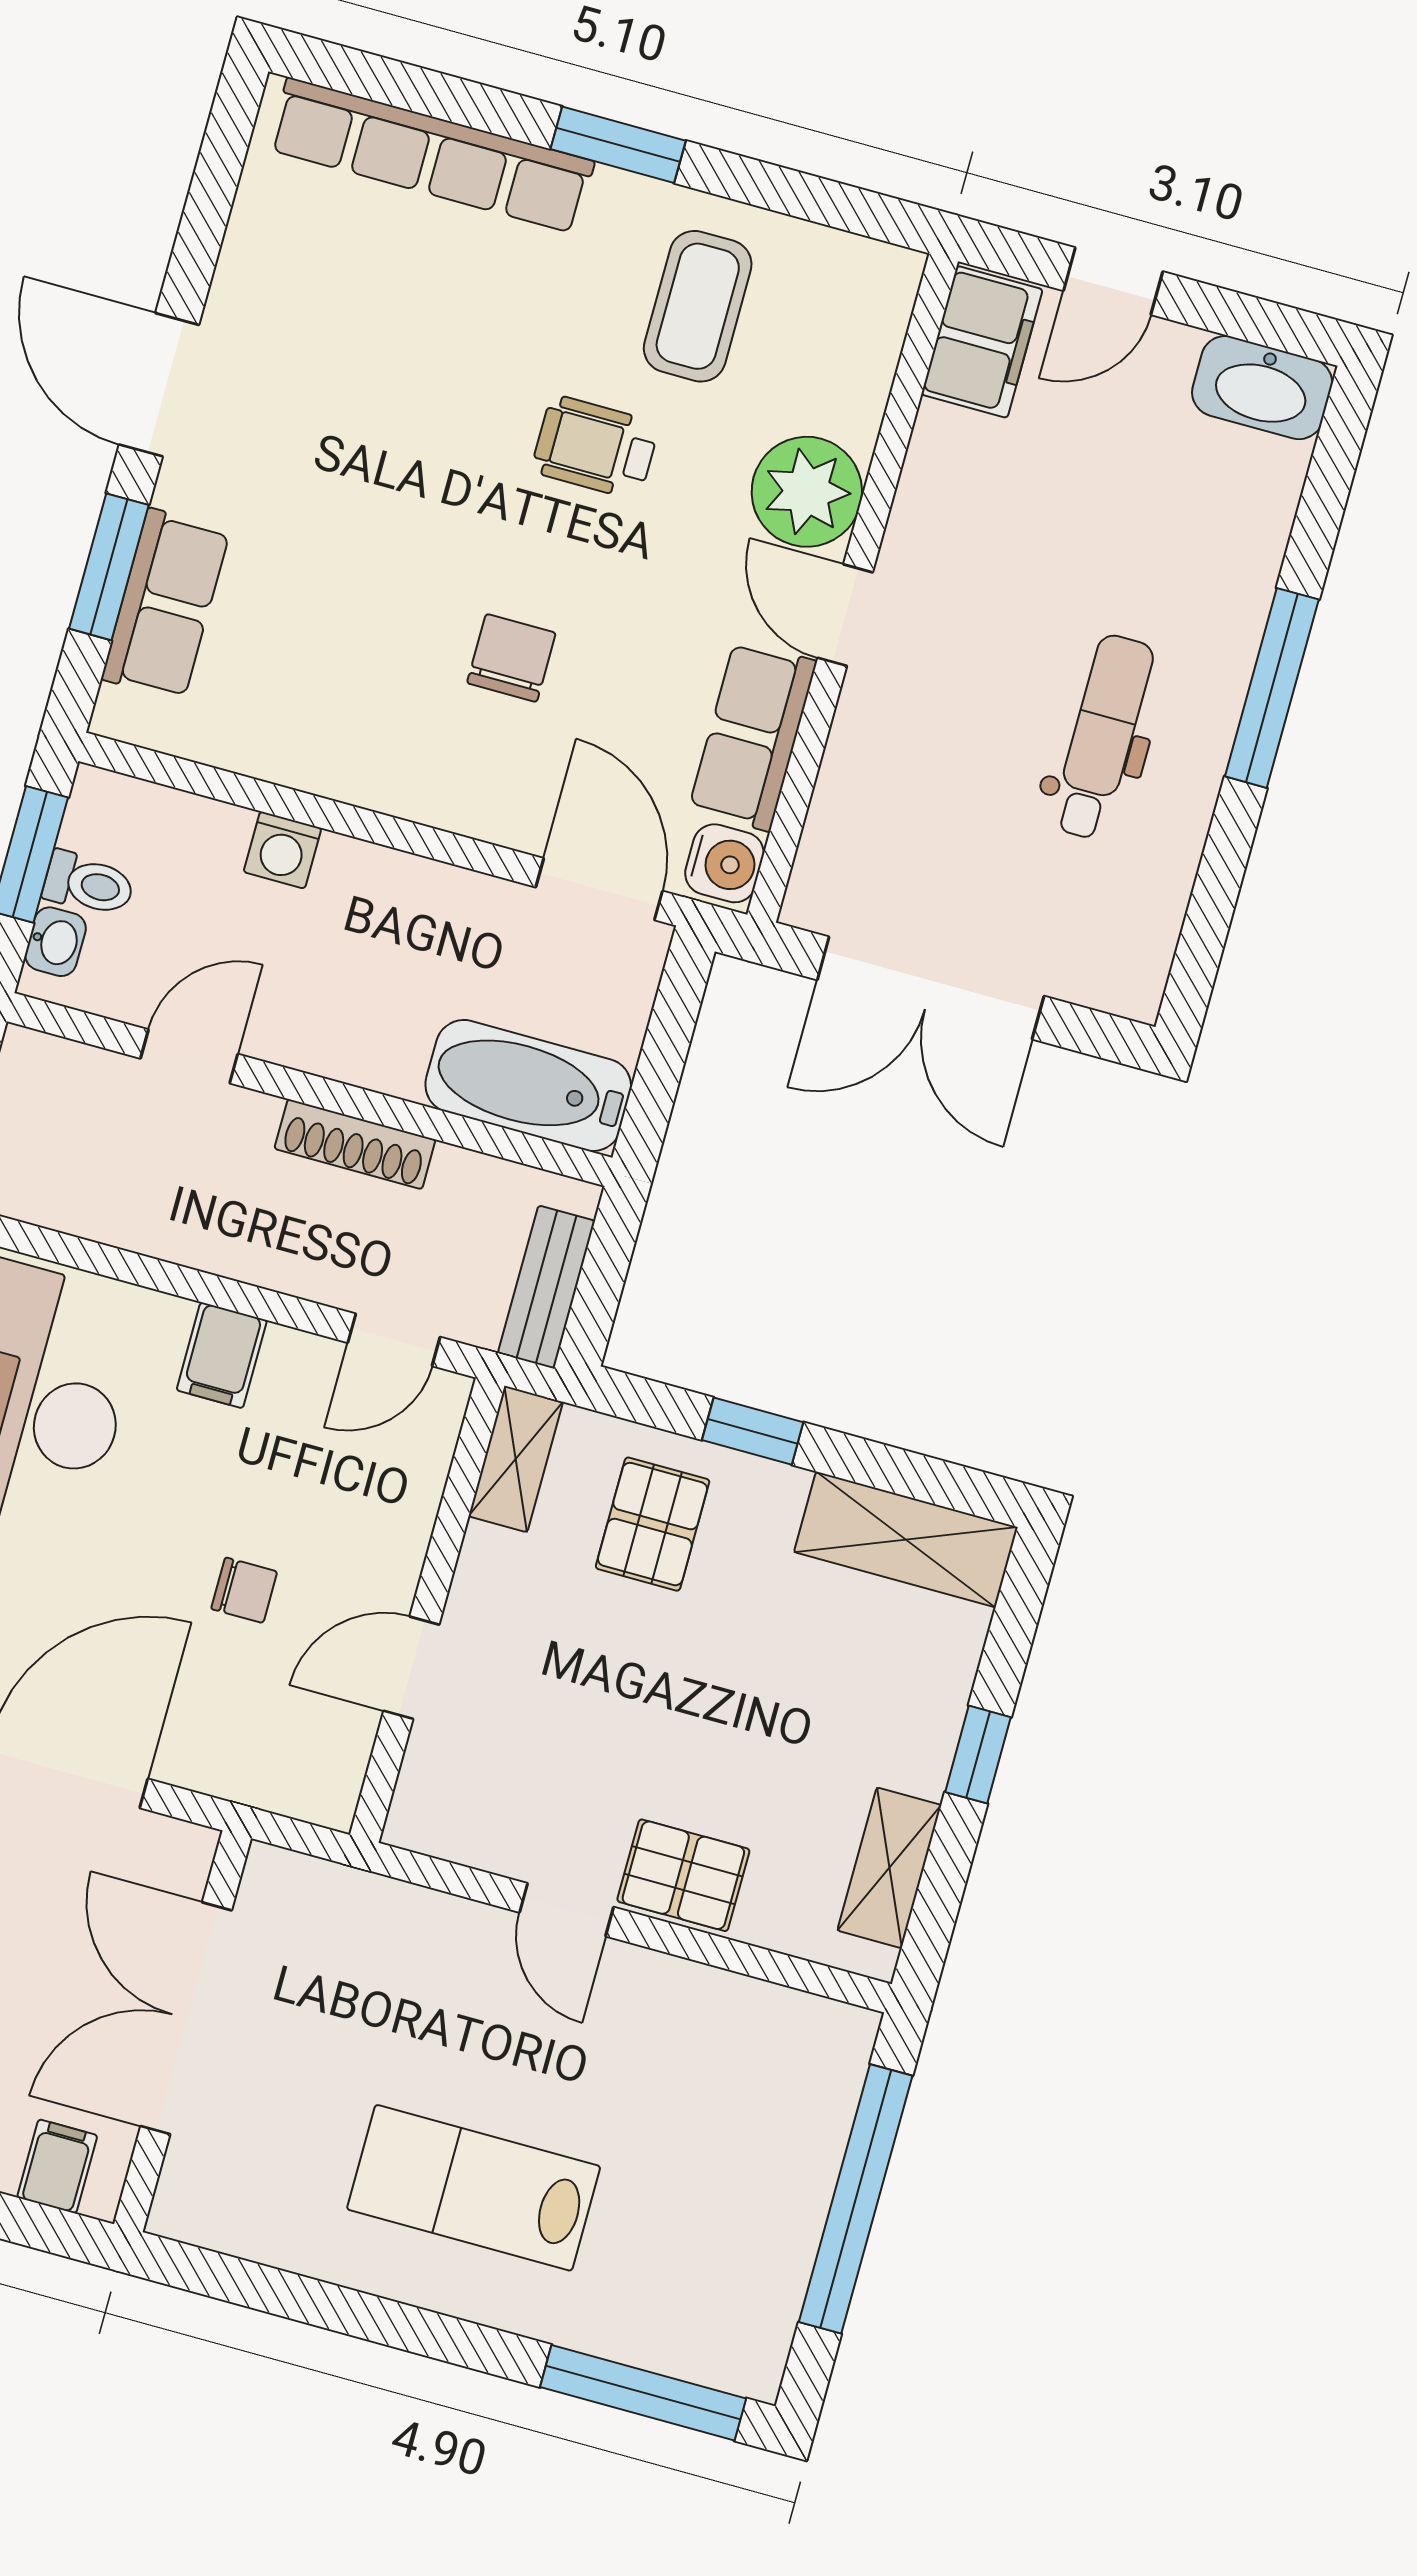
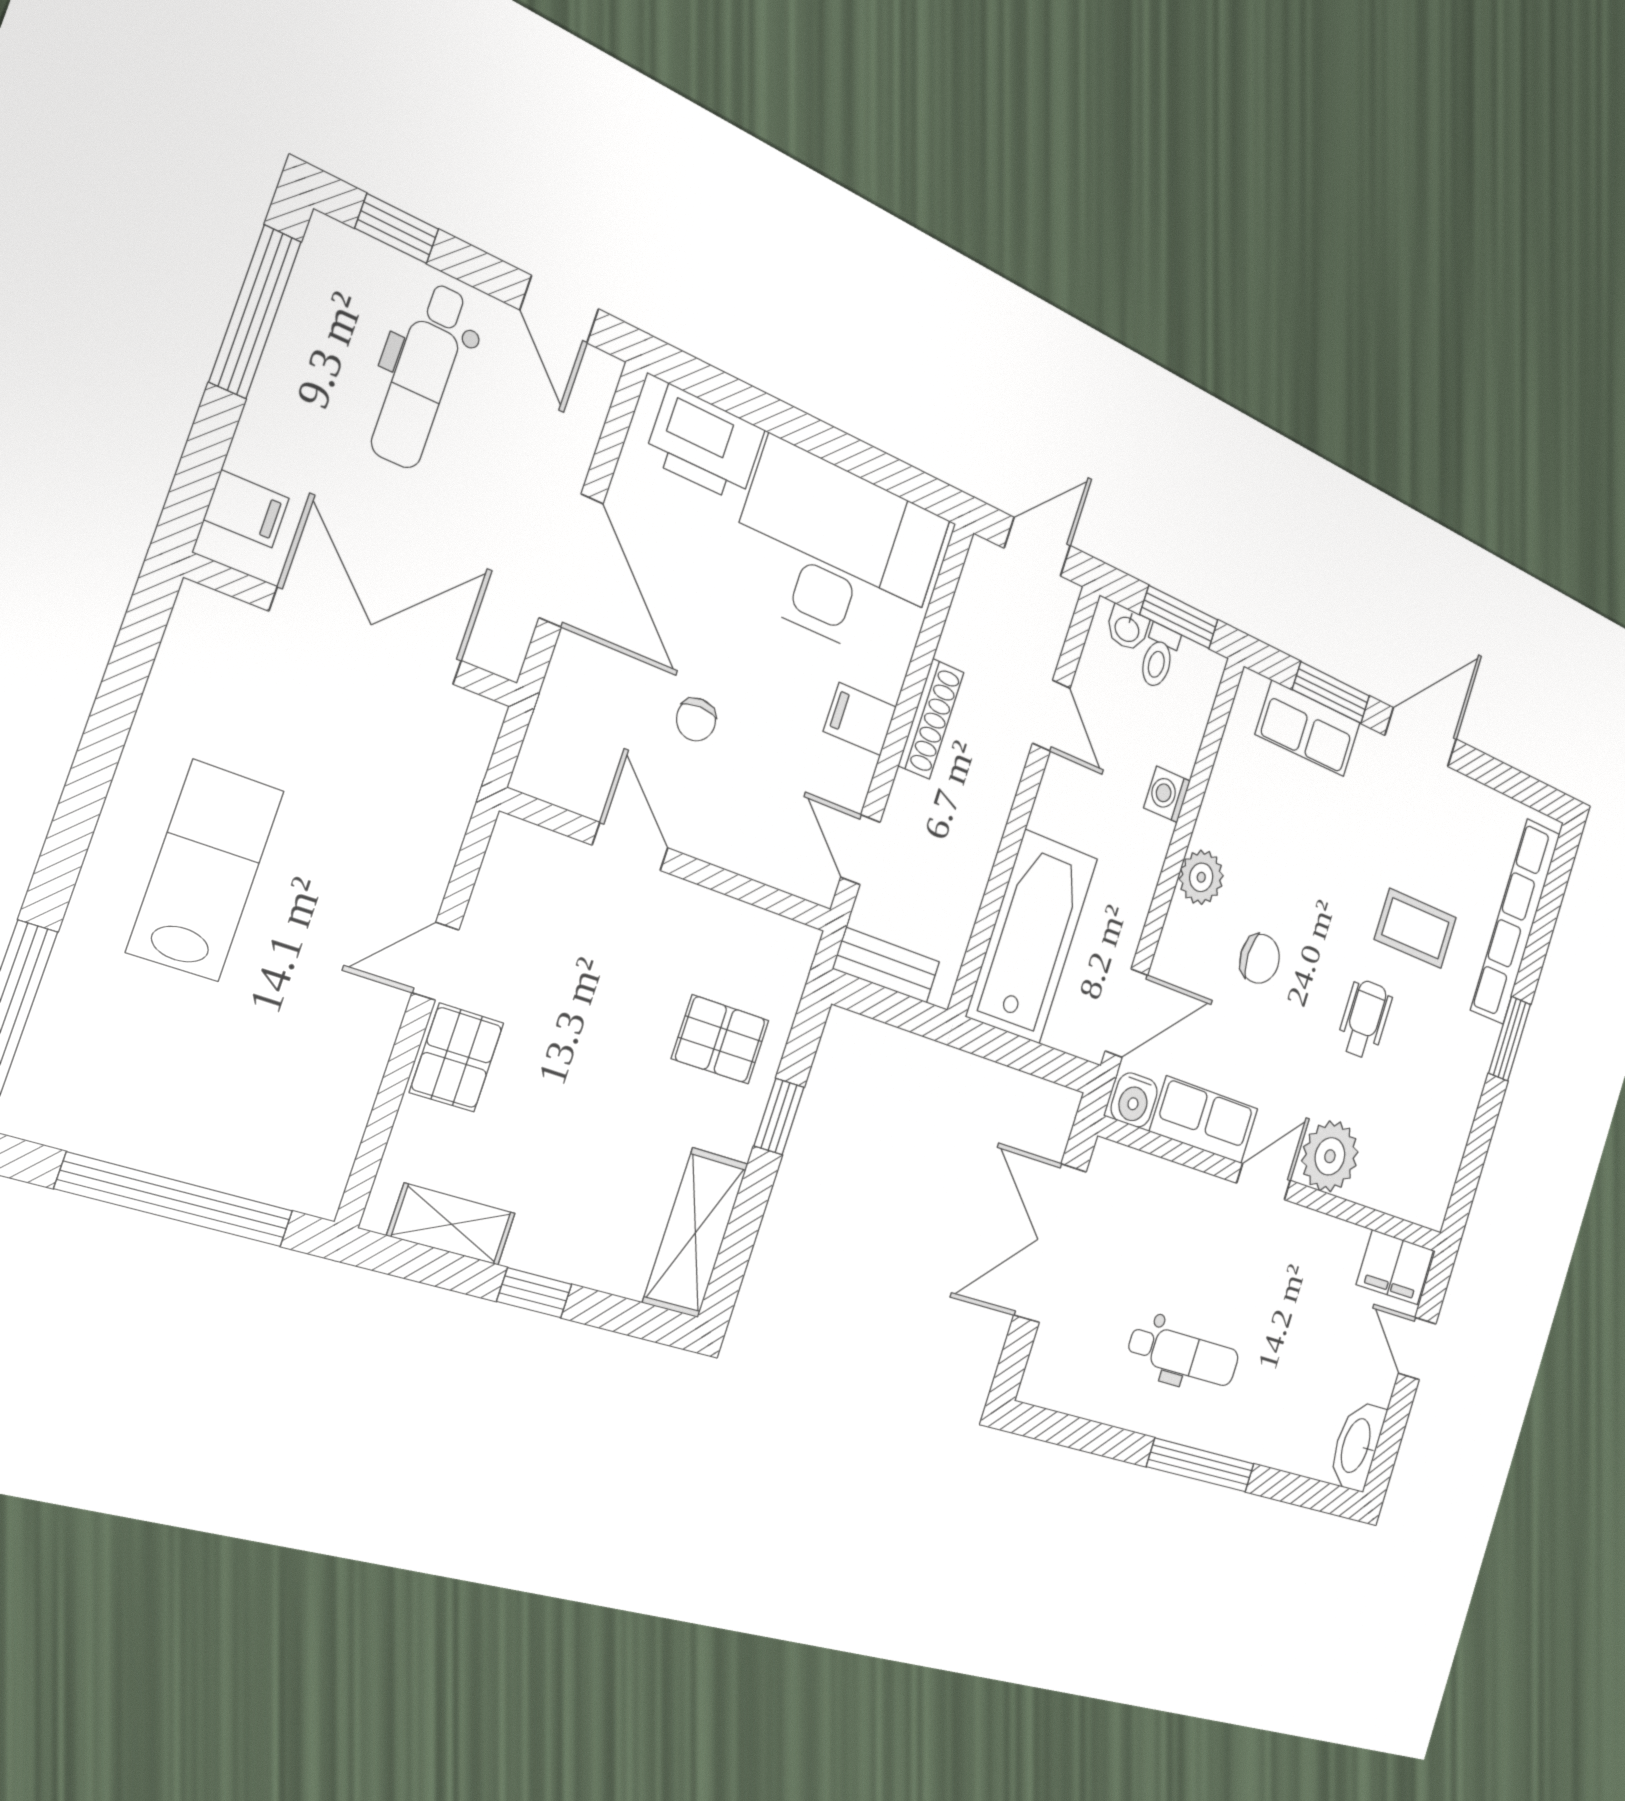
coffee table: (698, 306) -> (1415, 928), moved
plant: (397, 777) -> (1201, 877), added
bathtub: (528, 1086) -> (1032, 937), width x1.36, depth x1.36
shoe rack: (355, 1144) -> (931, 719), moved, turned 180
shelving: (516, 1459) -> (773, 937), removed

